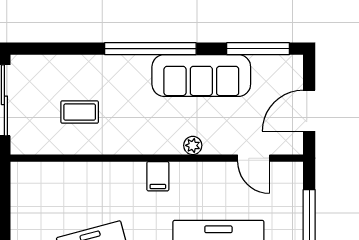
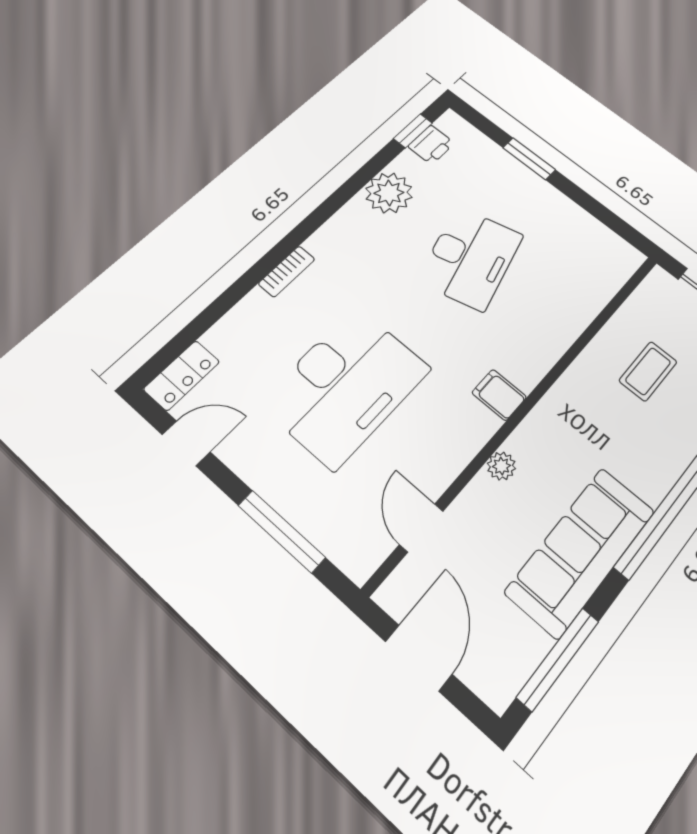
door: (254, 158) -> (421, 528), hinge flipped

